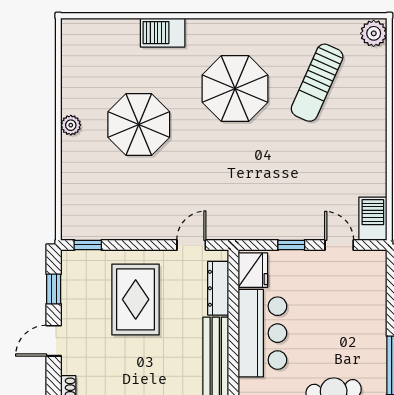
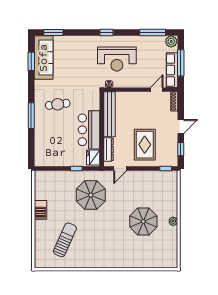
barbecue: (163, 33) -> (133, 262), removed
plant: (374, 33) -> (40, 262), removed
parasol: (235, 89) -> (91, 195), moved
barbecue: (373, 219) -> (40, 210), moved
door: (339, 245) -> (55, 169), removed

